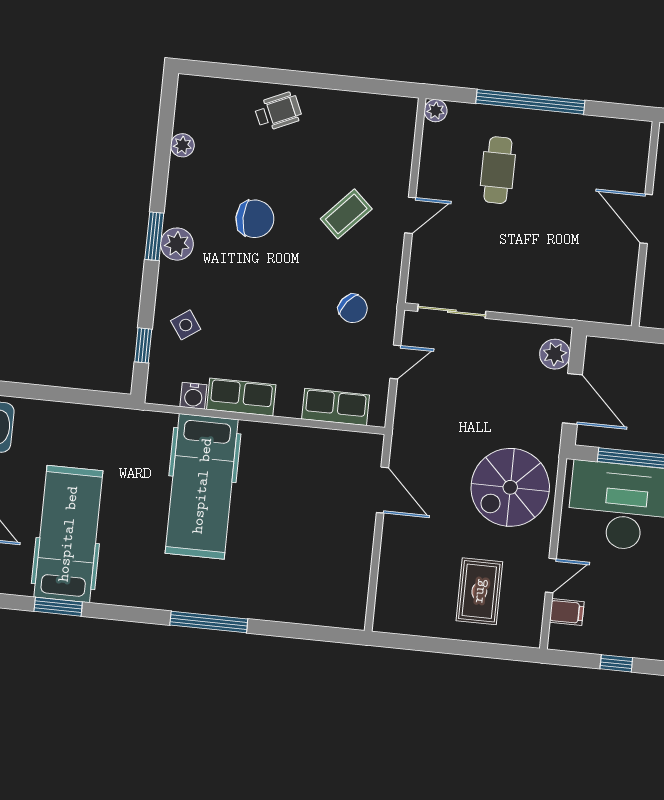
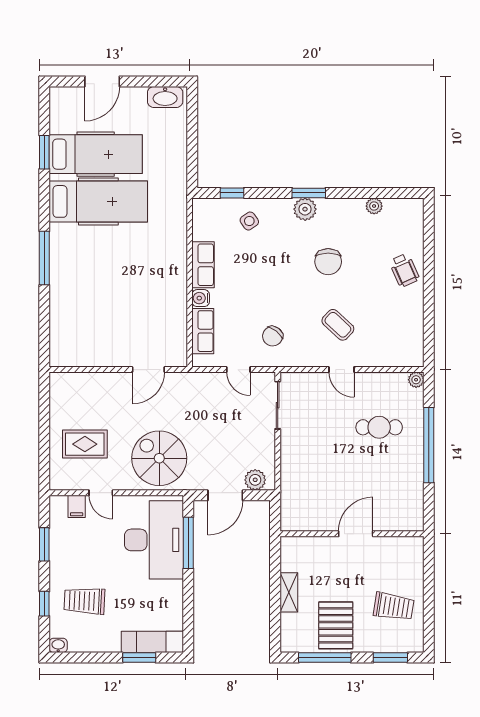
water cooler: (193, 396) -> (201, 298), moved
hospital bed: (202, 486) -> (98, 201), moved, turned 180
window: (616, 663) -> (44, 544), width x1.50

